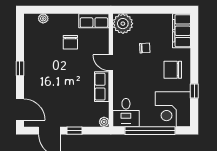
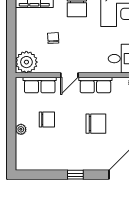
plant: (43, 18) -> (21, 129), moved
row of seats: (94, 21) -> (40, 85), moved, turned 90
chair: (67, 87) -> (96, 124), added

